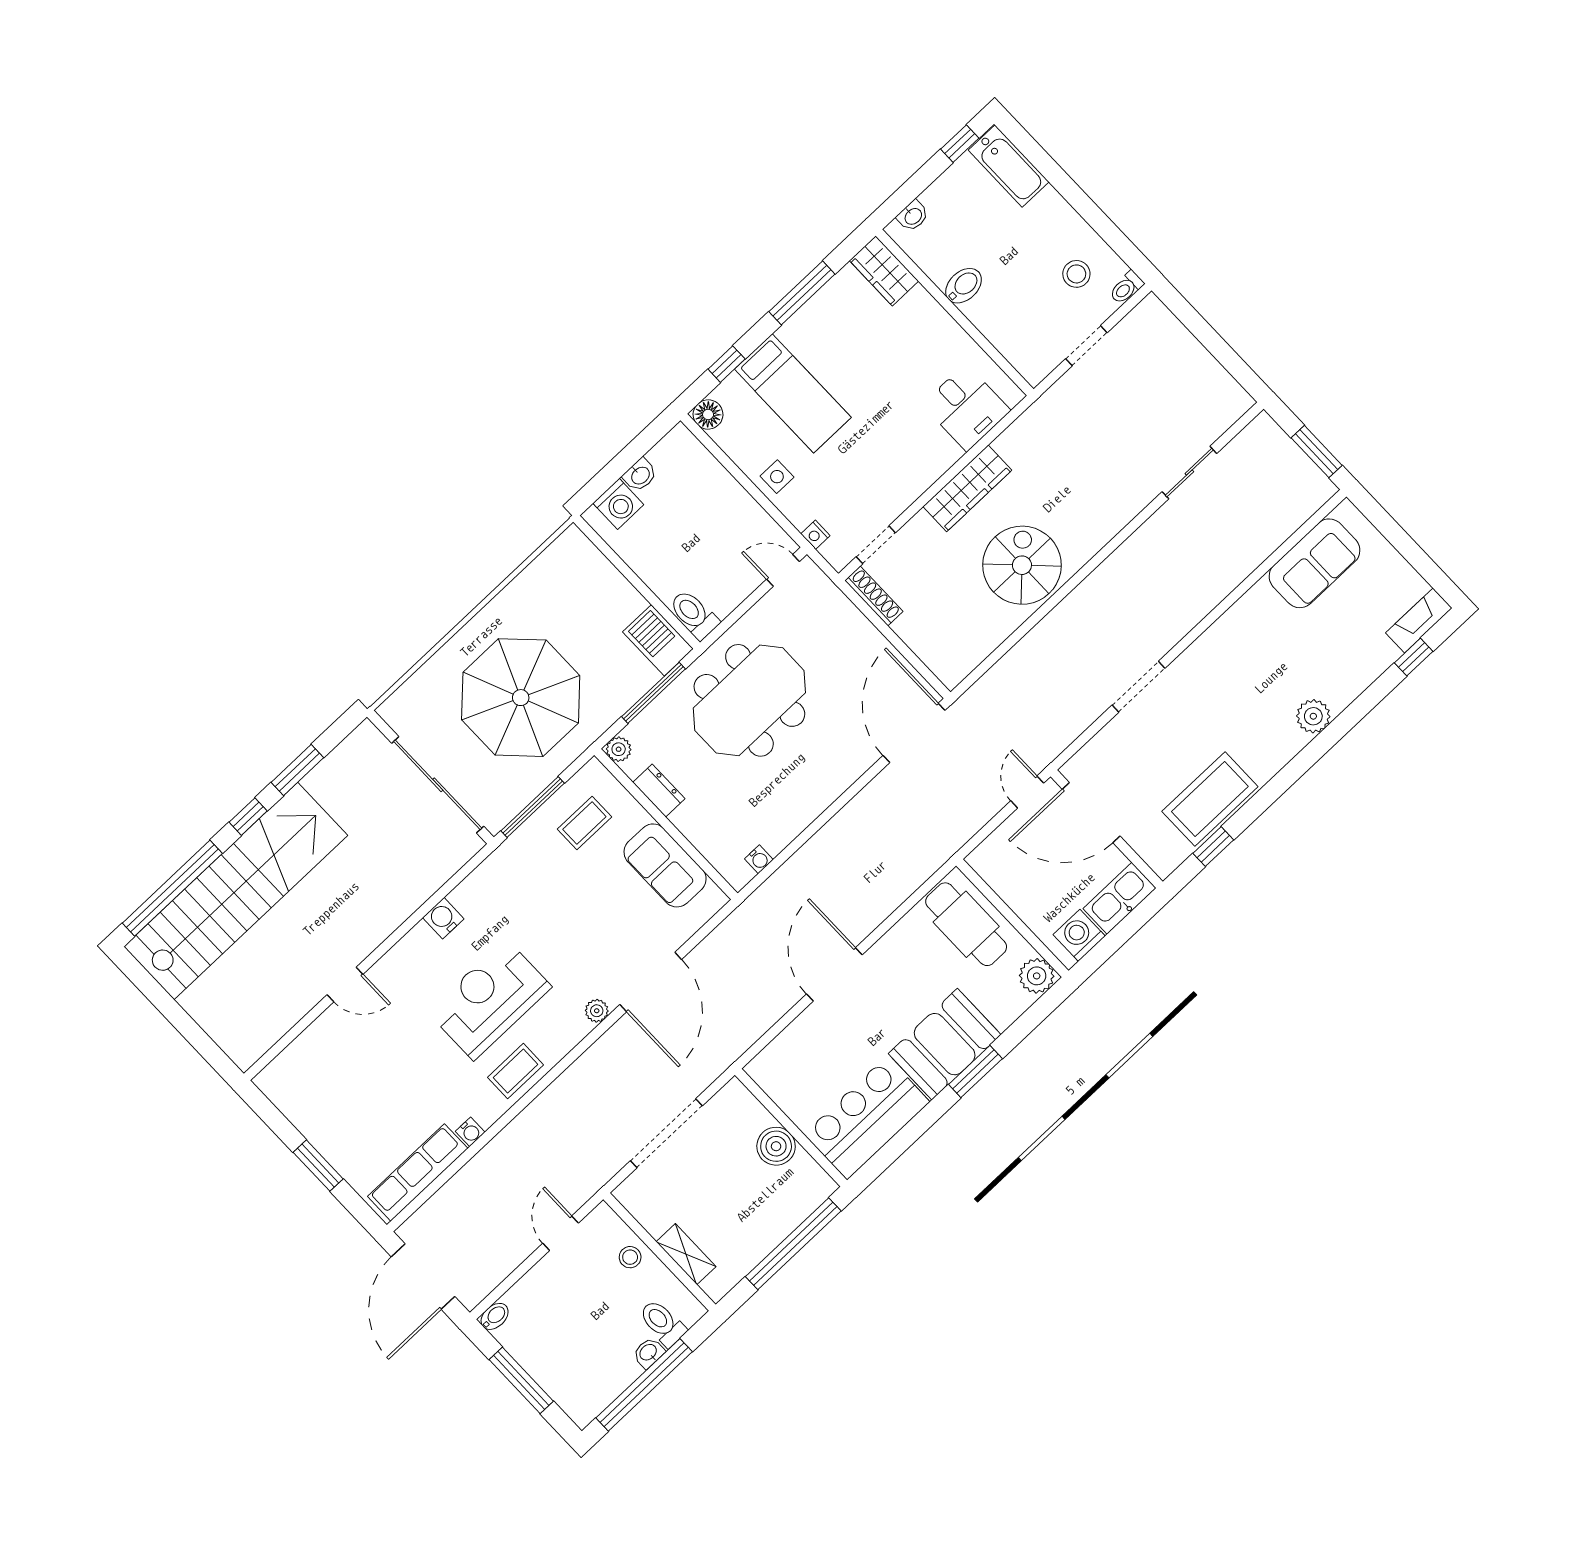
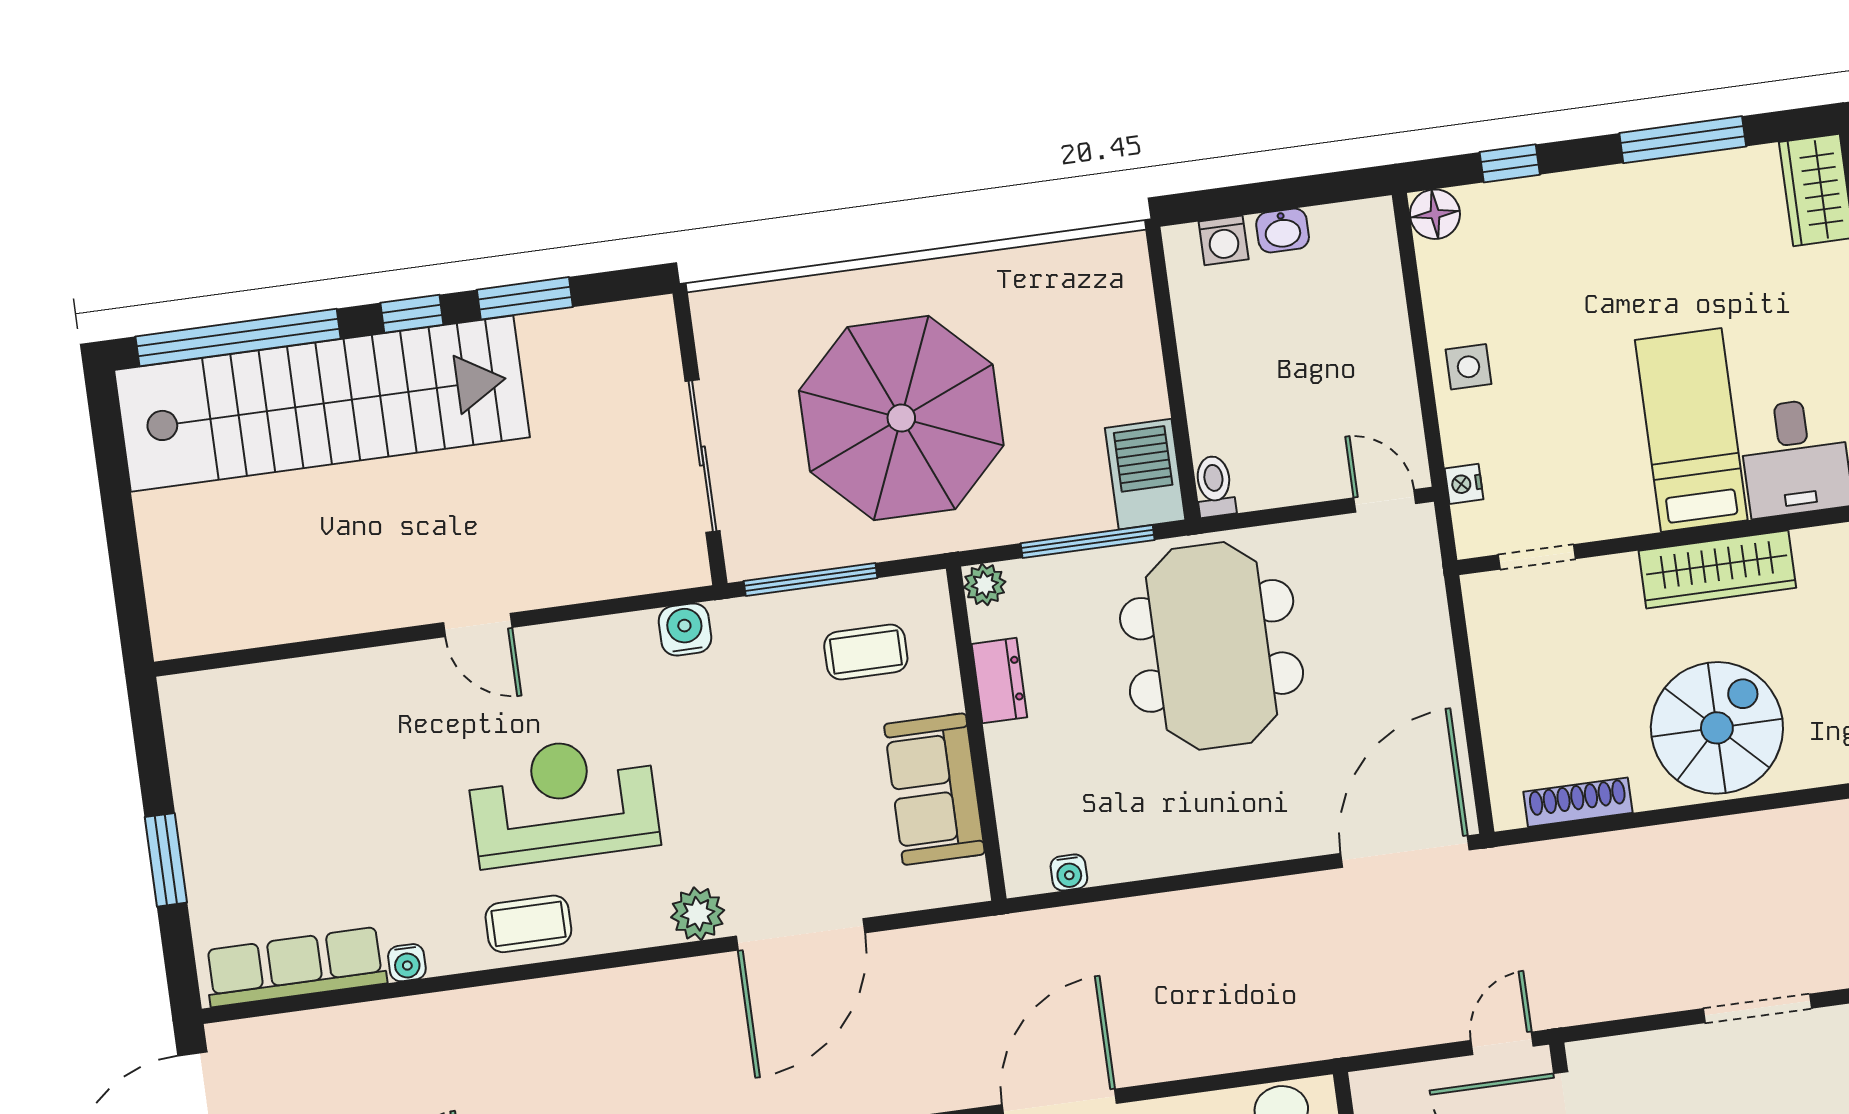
bed: (793, 393) -> (1691, 430), moved, turned 180
washing machine: (618, 504) -> (1224, 240), width x0.73, depth x0.73
shoe rack: (874, 596) -> (1578, 802), moved, turned -90
toilet: (694, 614) -> (1215, 486), width x0.73, depth x0.72
meeting table: (749, 700) -> (1212, 646), turned 90
sliding door: (438, 785) -> (702, 456), width x0.73
water cooler: (443, 918) -> (685, 630), moved
door: (345, 984) -> (478, 625), moved
plant: (597, 1011) -> (698, 914), width x1.38, depth x1.38

